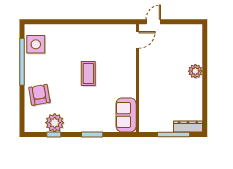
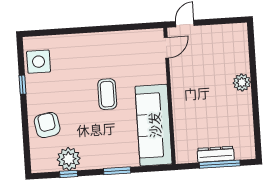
window: (22, 62) -> (23, 85), width x0.32
sofa: (126, 115) -> (154, 125), width x1.85, depth x1.27
dresser: (188, 126) -> (216, 154), moved

